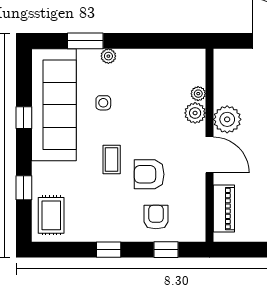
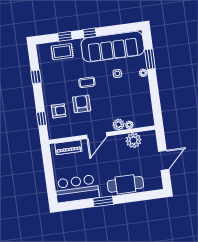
window: (24, 118) -> (90, 33), moved
plant: (227, 119) -> (134, 140), moved
rug: (51, 215) -> (62, 52), moved
window: (109, 250) -> (36, 77), moved

